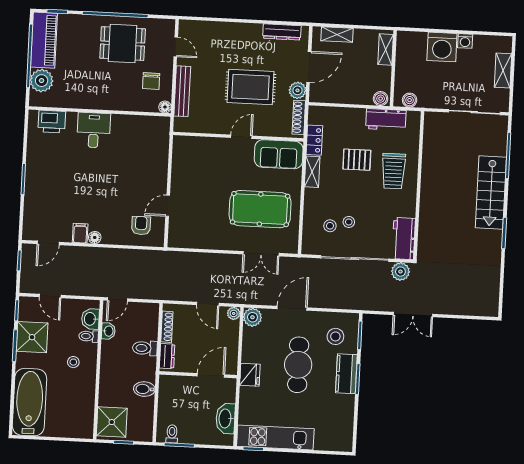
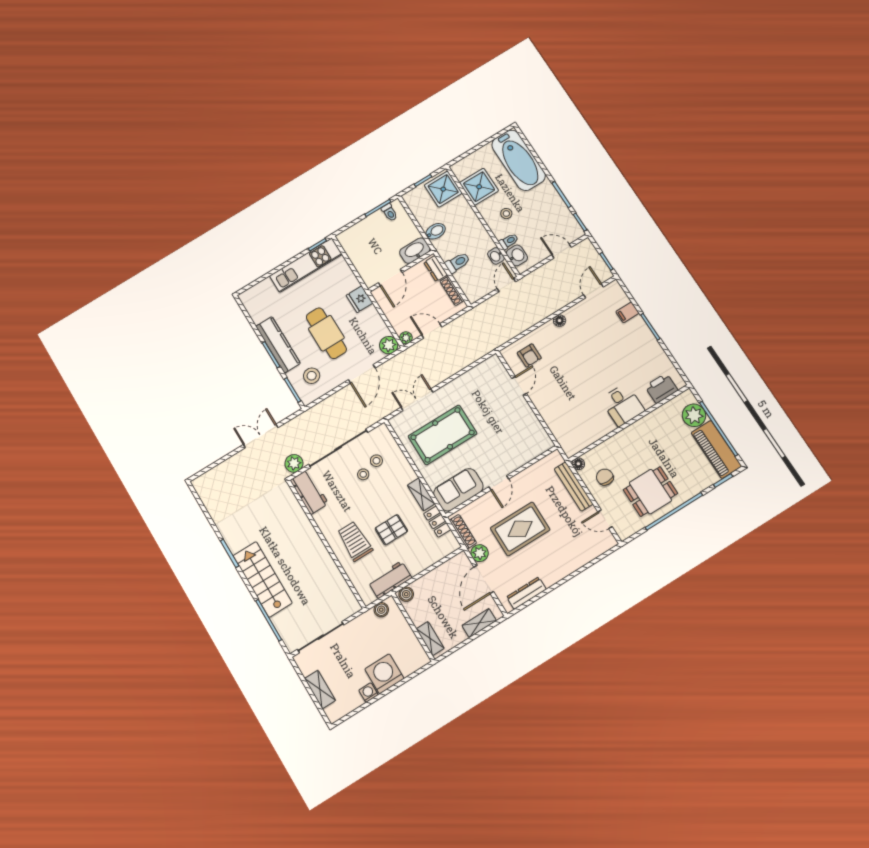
filing cabinet: (80, 233) -> (627, 312), moved, turned 90
shower: (32, 337) -> (479, 187), moved
kitchen counter: (346, 374) -> (278, 345), width x1.50
washbasin: (225, 419) -> (415, 251), moved, turned -90

